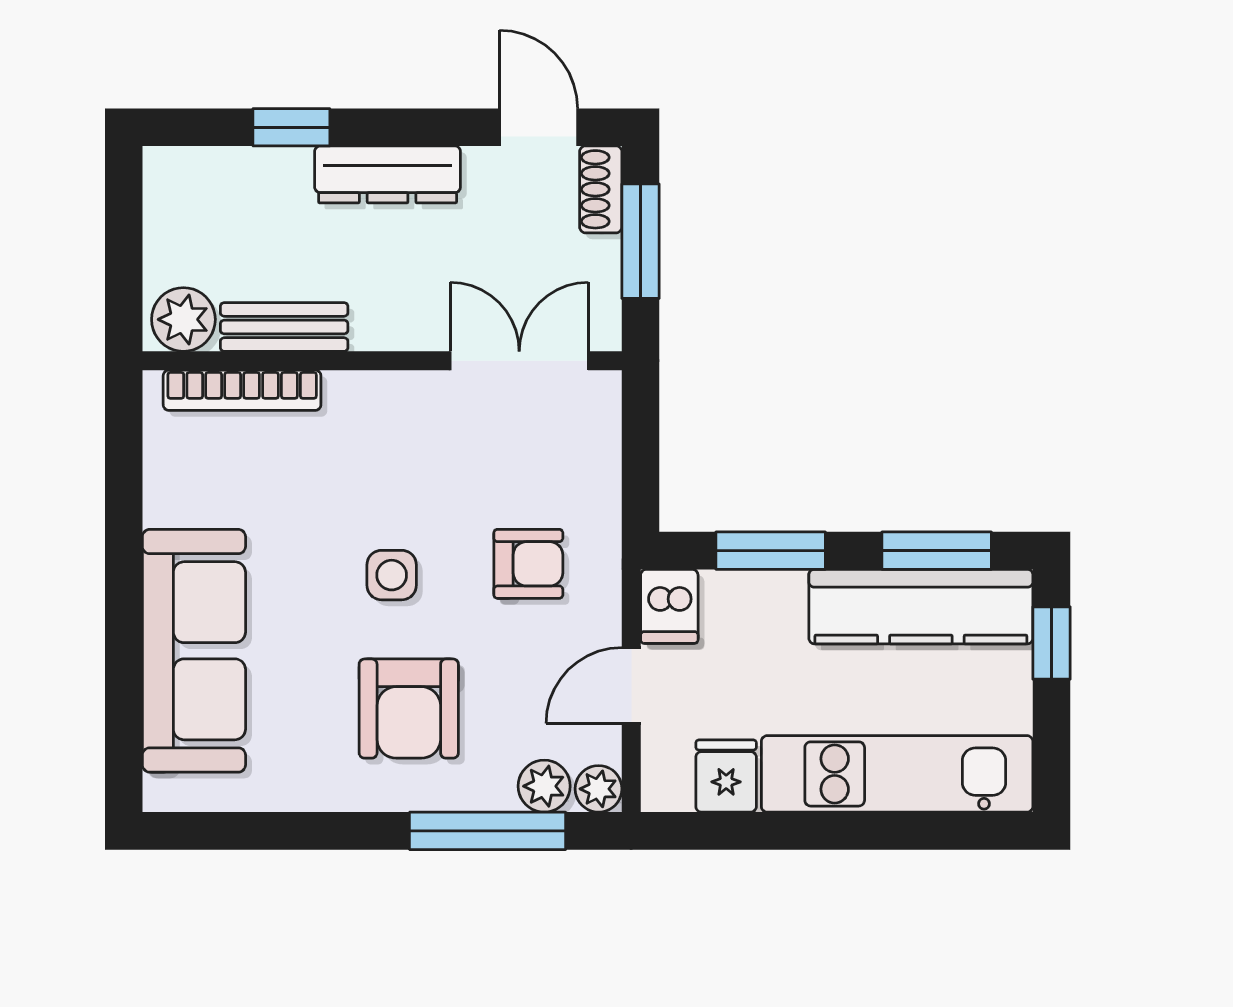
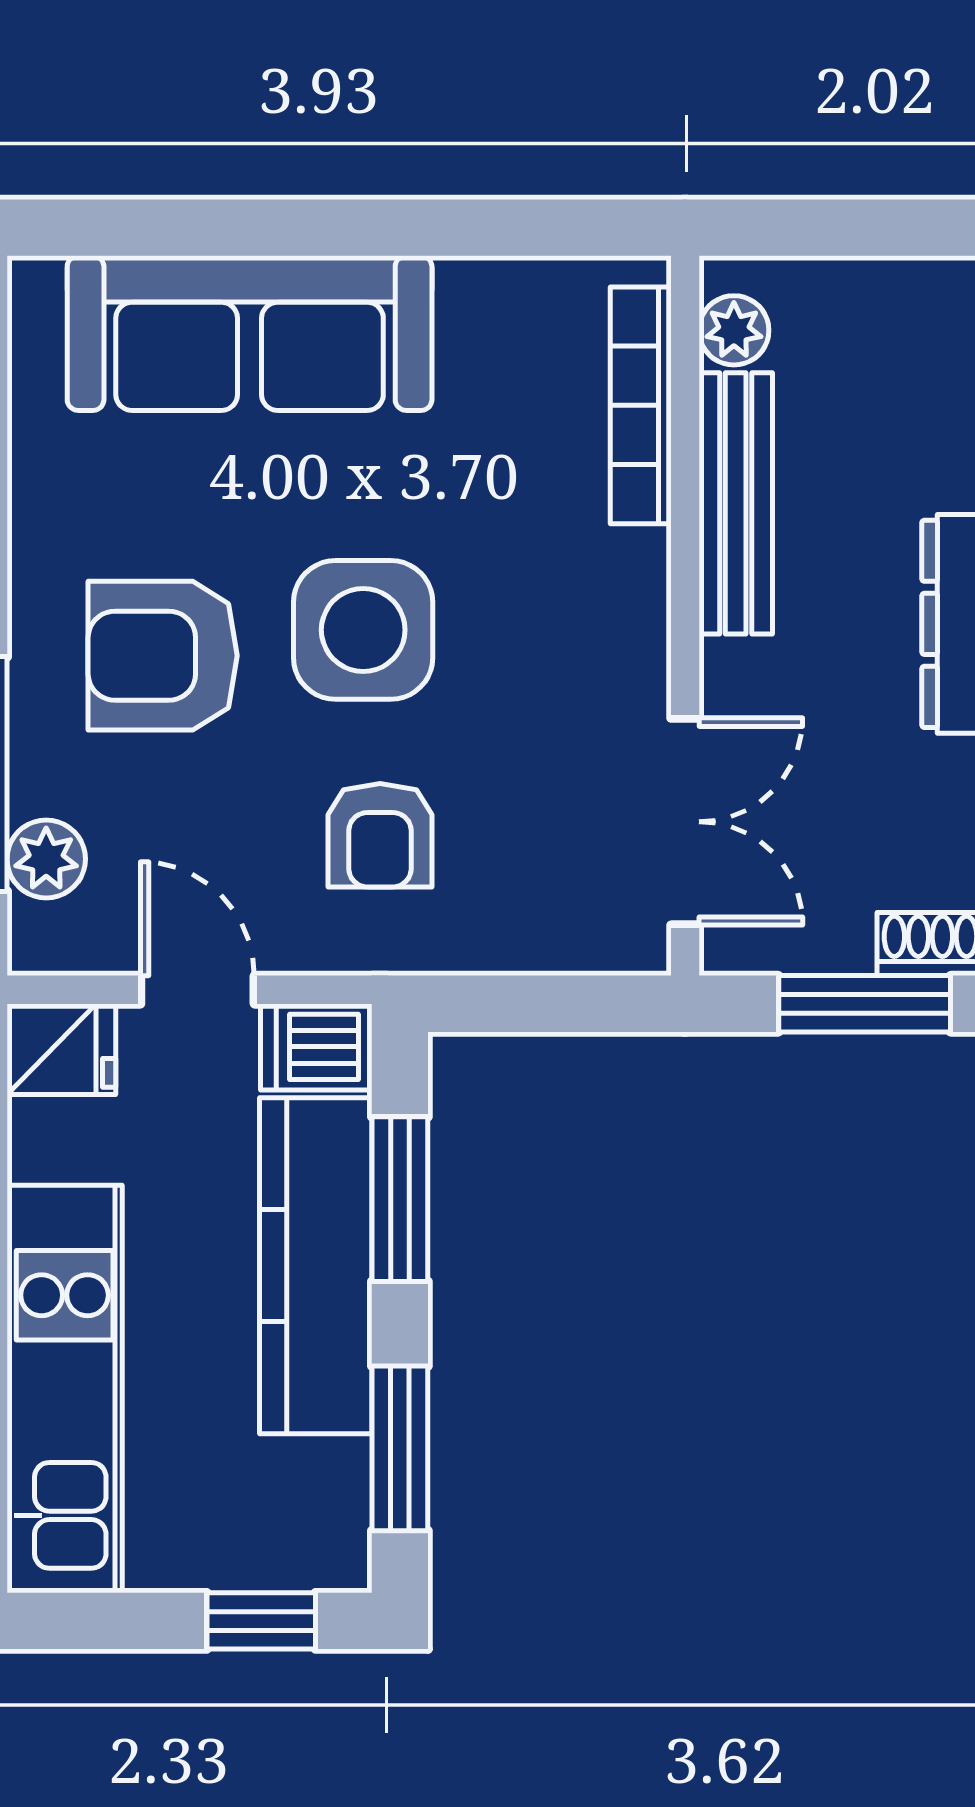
plant: (183, 319) -> (734, 330), width x0.73, depth x0.73
bench: (284, 327) -> (736, 503), width x1.36
side table: (392, 575) -> (363, 630), width x1.87, depth x1.87
kitchen counter: (921, 607) -> (316, 1266), moved
fridge: (726, 776) -> (61, 1049), moved
plant: (599, 789) -> (42, 941), removed

